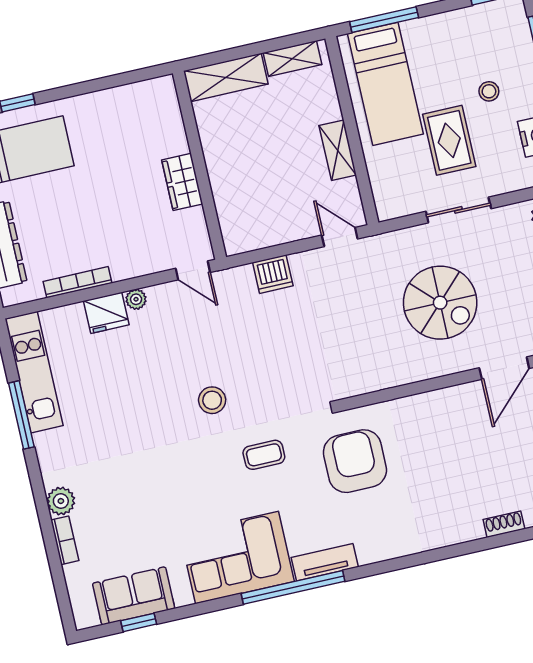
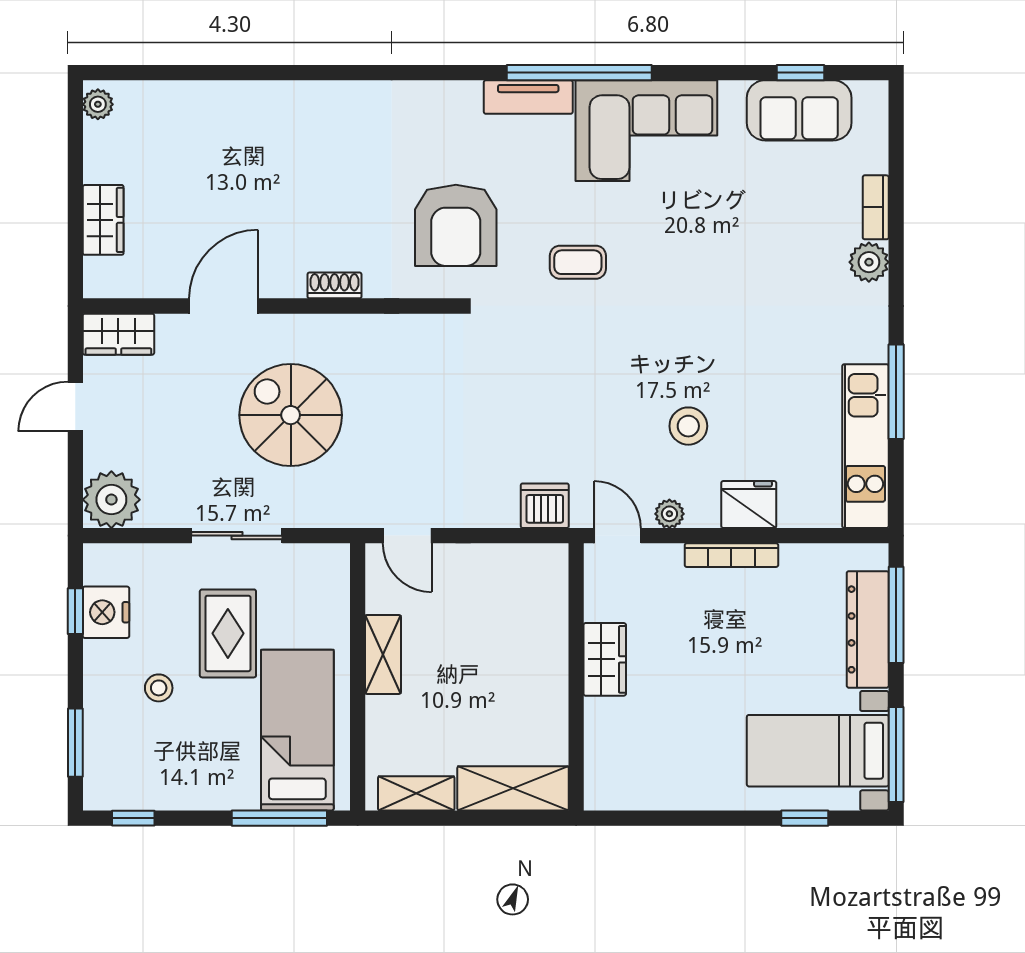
dishwasher: (273, 274) -> (545, 506), moved
bookcase: (78, 282) -> (731, 555), moved
plant: (136, 299) -> (669, 514), moved
stool: (212, 400) -> (688, 426), moved
shoe rack: (504, 524) -> (334, 285), moved, turned 180

